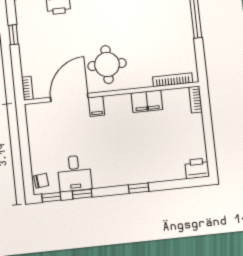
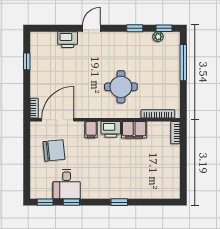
round table: (107, 65) -> (121, 87), moved
door: (69, 98) -> (58, 120), moved
printer: (197, 168) -> (111, 129), moved, turned 180
chair: (41, 181) -> (54, 150), moved, width x1.87, depth x1.87

